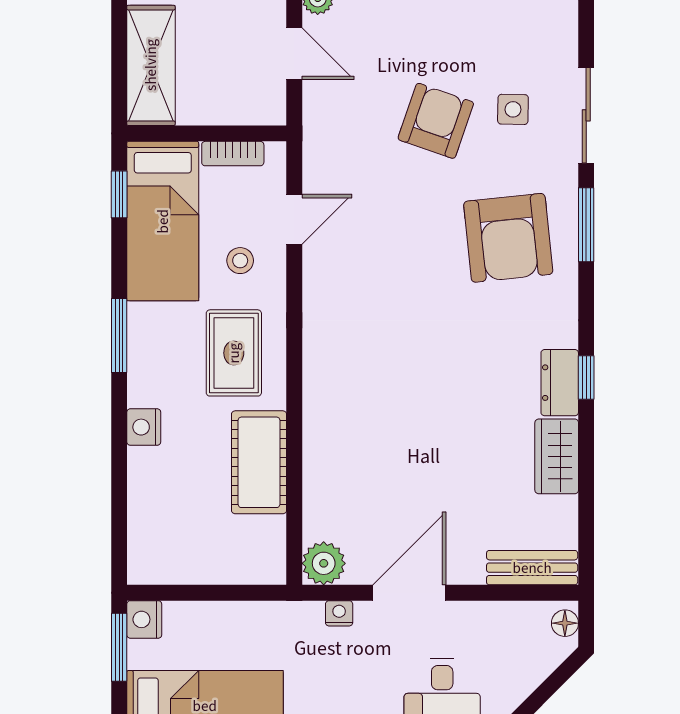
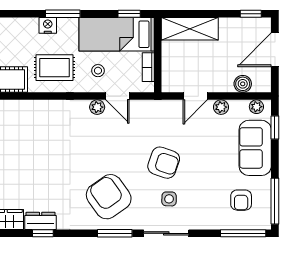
armchair: (508, 238) -> (109, 197), turned 61
plant: (318, 262) -> (97, 107), added
nightstand: (144, 427) -> (48, 25), moved

